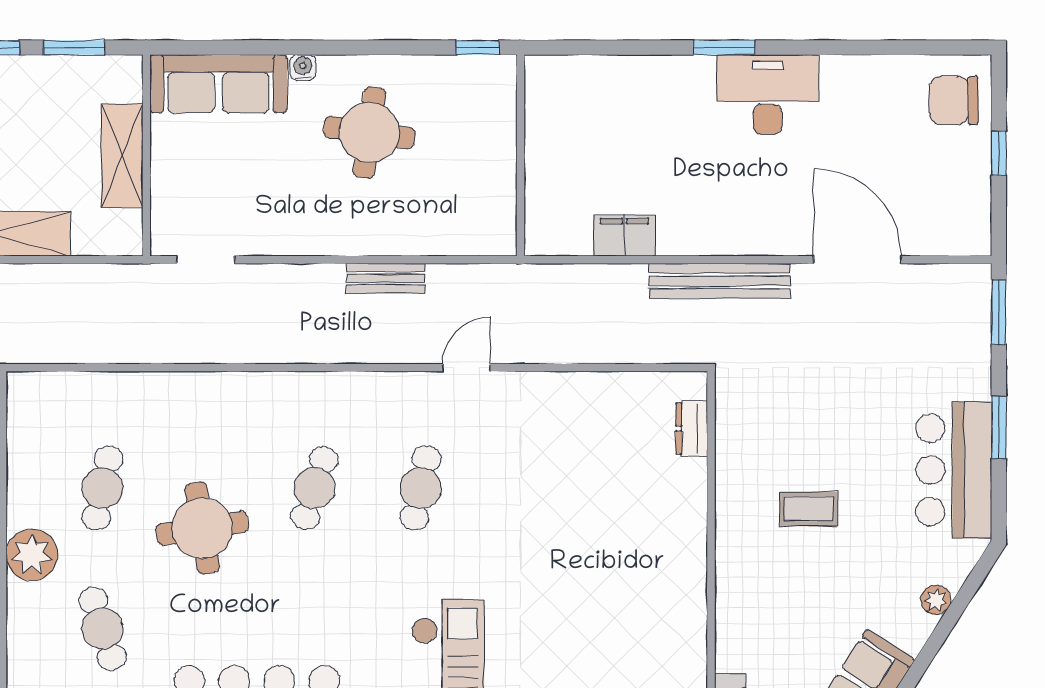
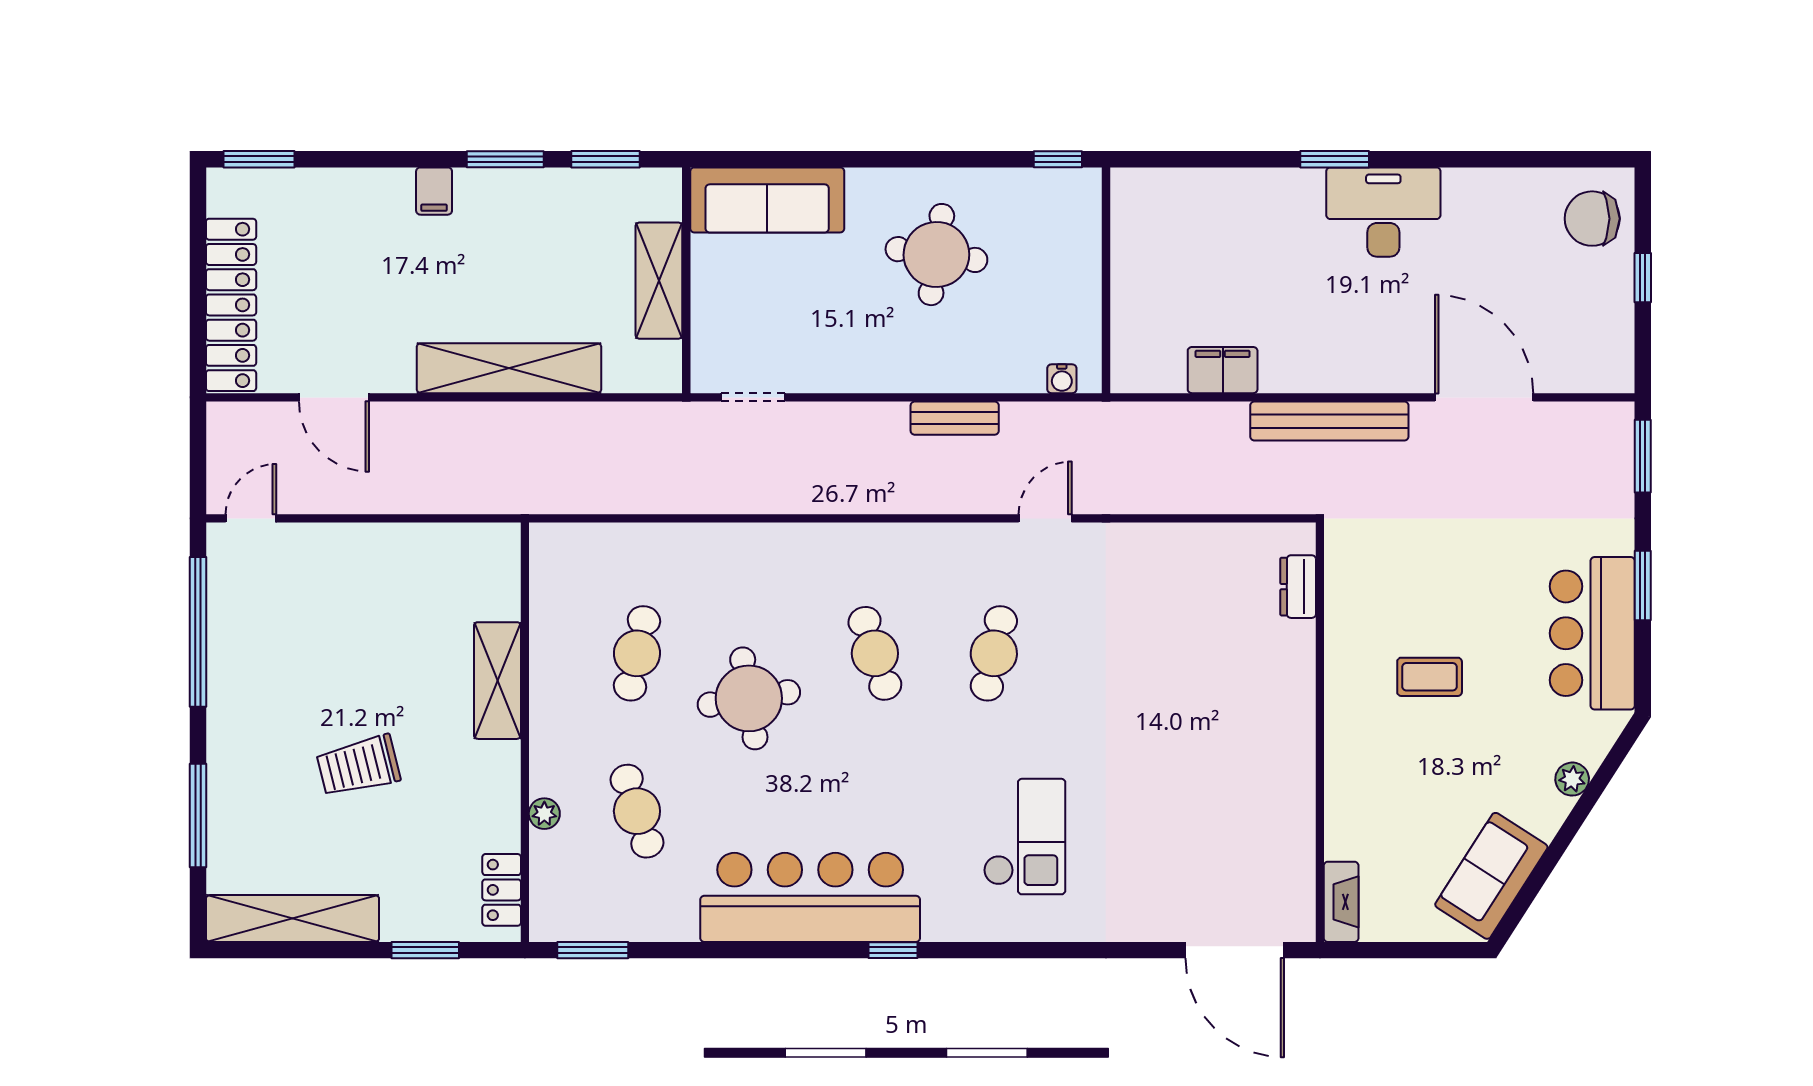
water cooler: (303, 68) -> (1062, 379), moved, turned 180
cafe table: (314, 488) -> (875, 653), turned -36
plant: (32, 555) -> (544, 814), moved, width x0.53, depth x0.53

